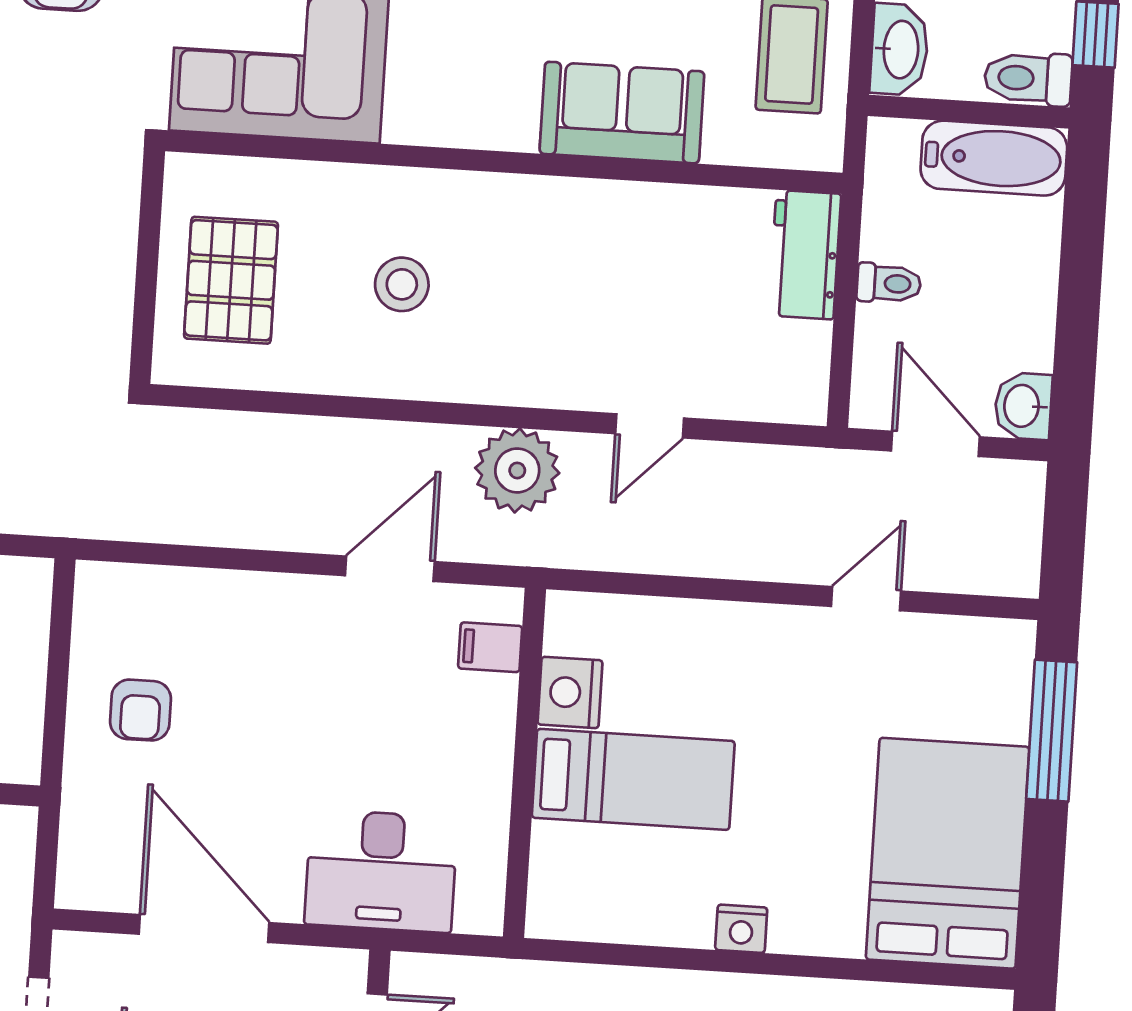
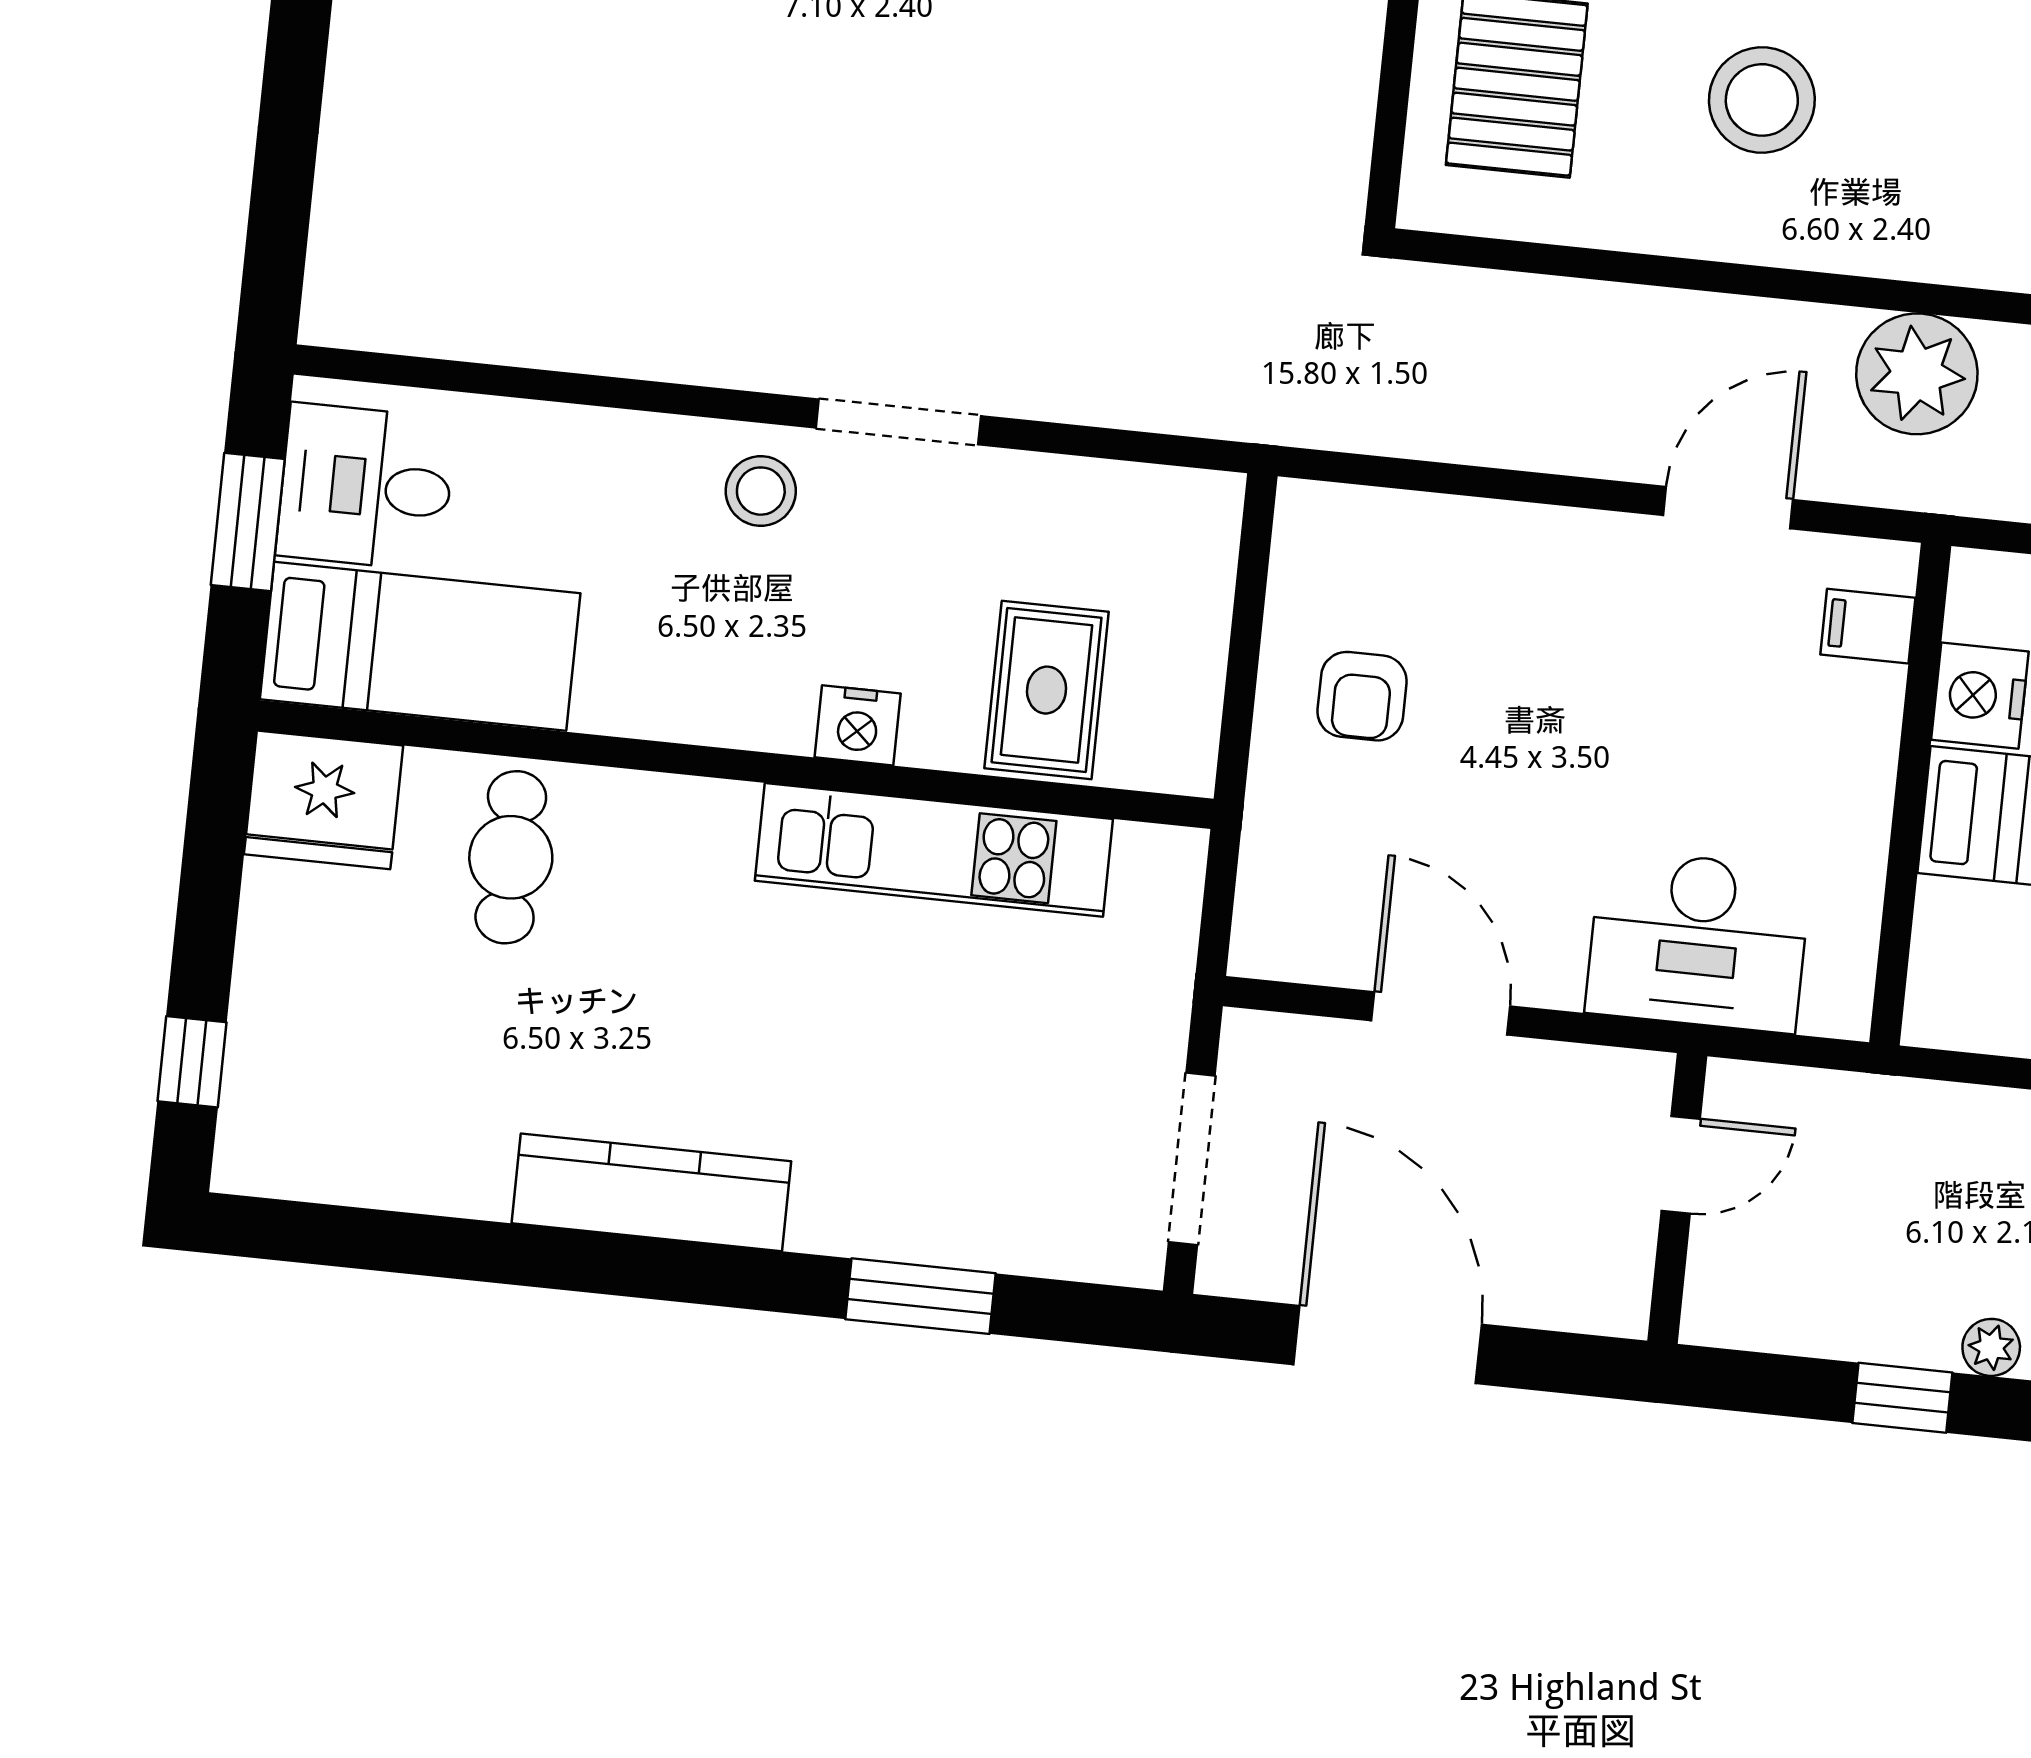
stool: (402, 284) -> (1762, 100), width x1.38, depth x1.38
door: (204, 928) -> (1441, 1013), width x0.73

